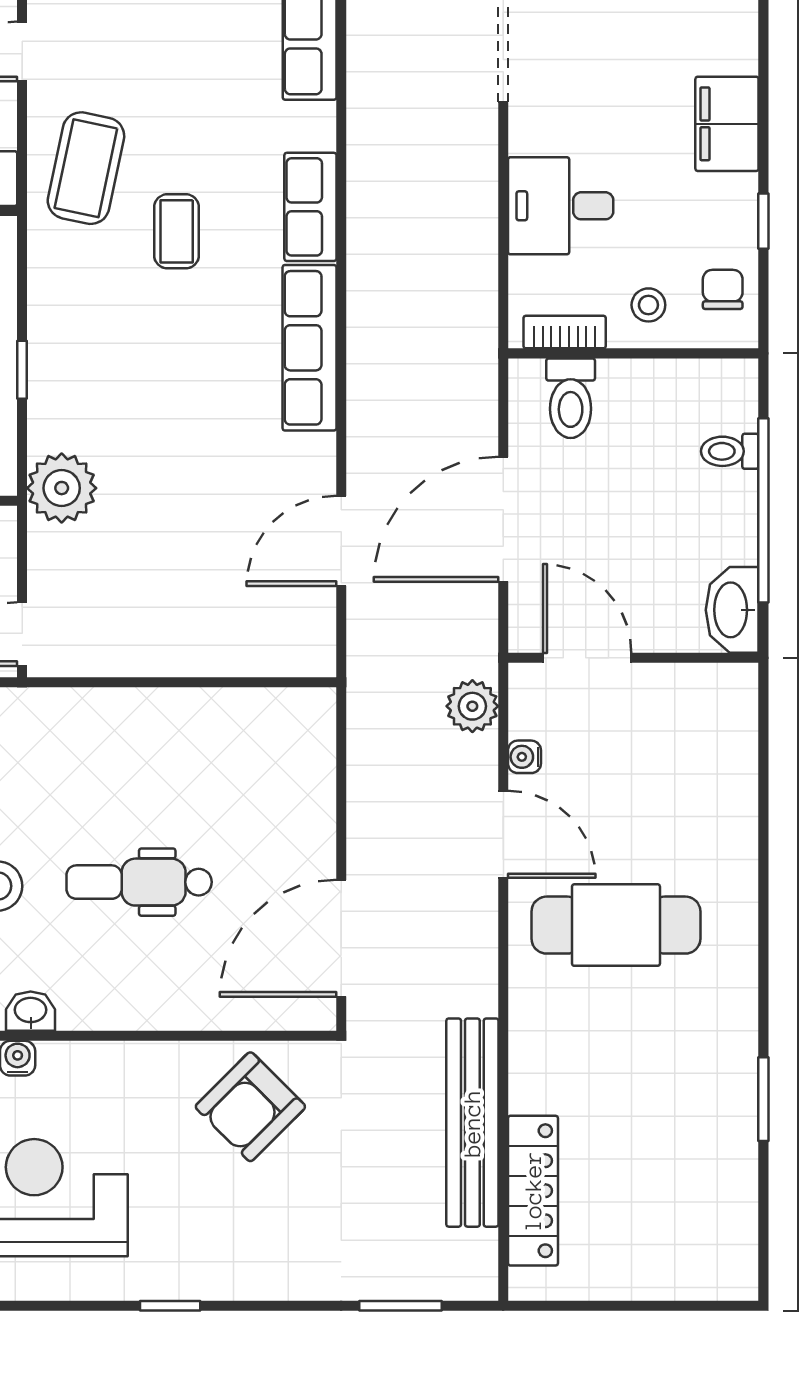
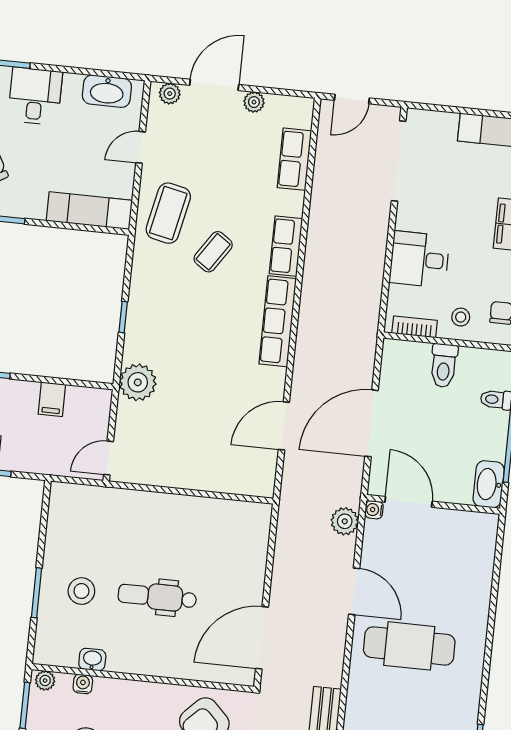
coffee table: (177, 231) -> (213, 252), turned 34
toilet: (571, 398) -> (444, 366), moved
water cooler: (524, 757) -> (374, 510), moved

